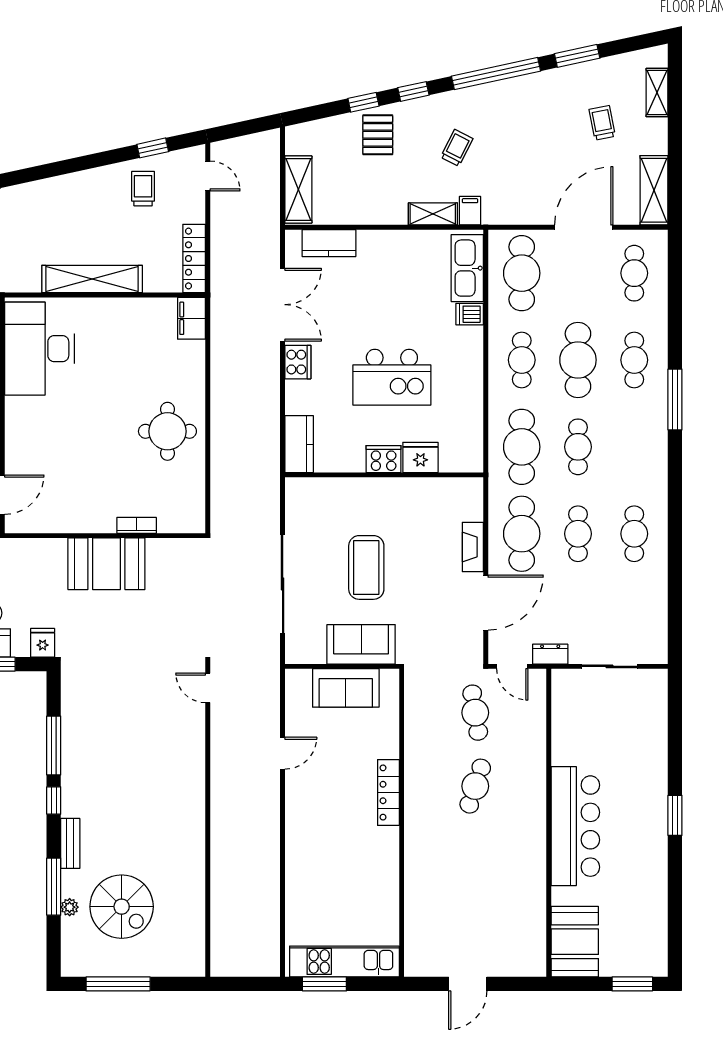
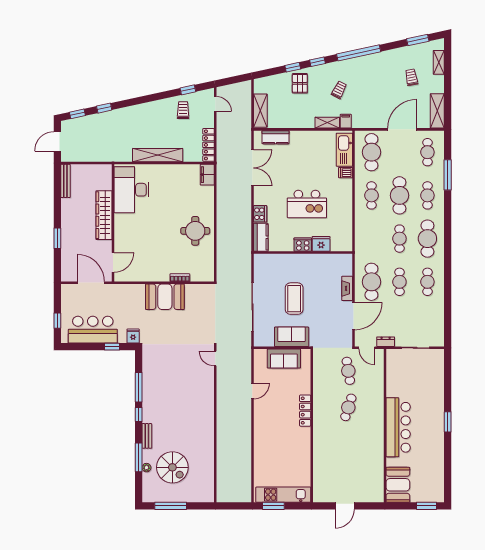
window: (577, 56) -> (418, 40), moved
cooker: (298, 362) -> (260, 214), moved
window: (675, 399) -> (448, 175), moved
cafe table: (522, 447) -> (427, 239), moved

